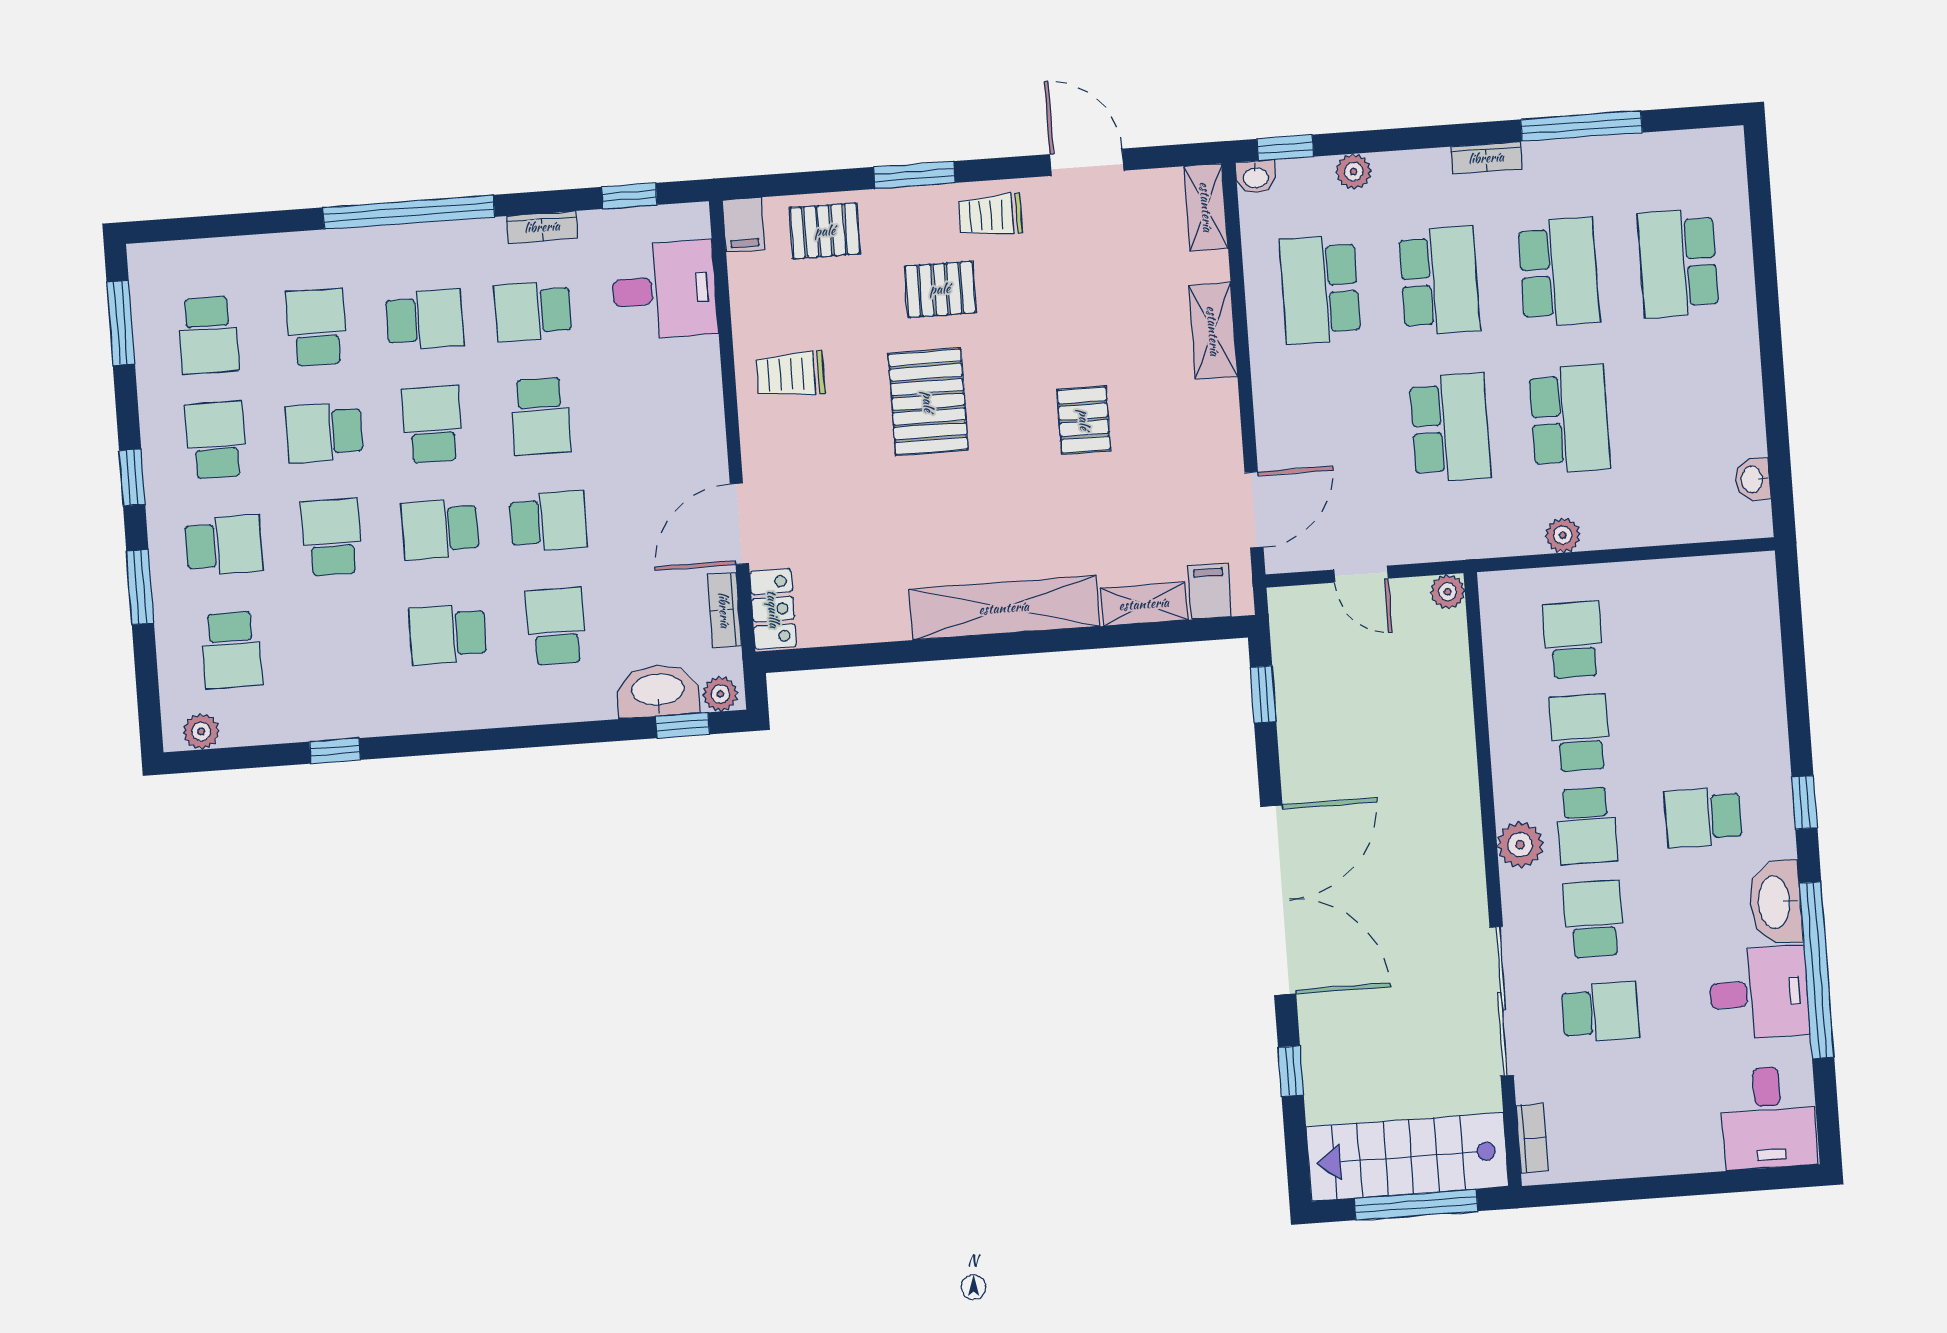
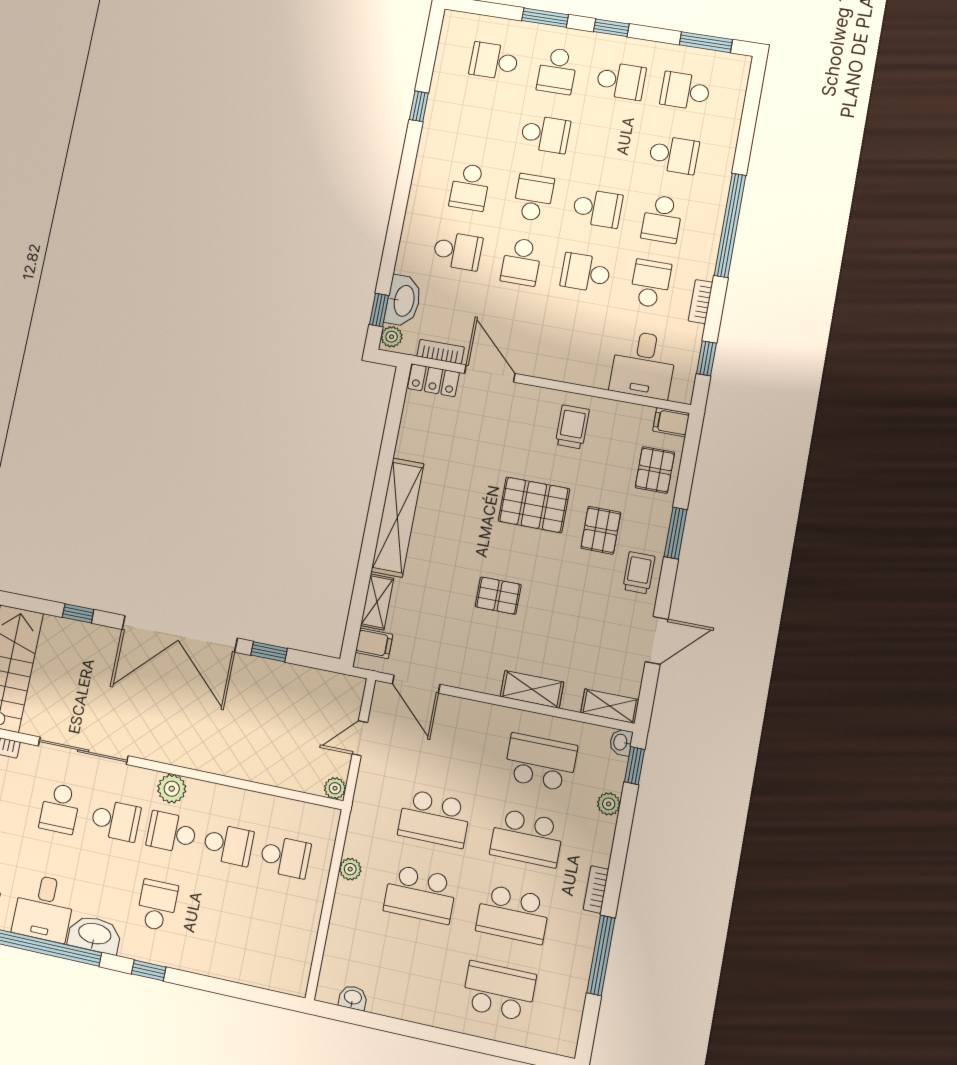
school desk: (324, 432) -> (609, 144), removed
school desk: (448, 634) -> (470, 187), turned 180
window: (1263, 694) -> (269, 652), moved
plant: (201, 731) -> (451, 33), removed

